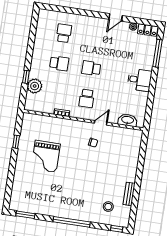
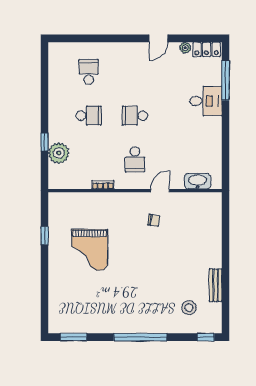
desk: (139, 80) -> (206, 101), moved

